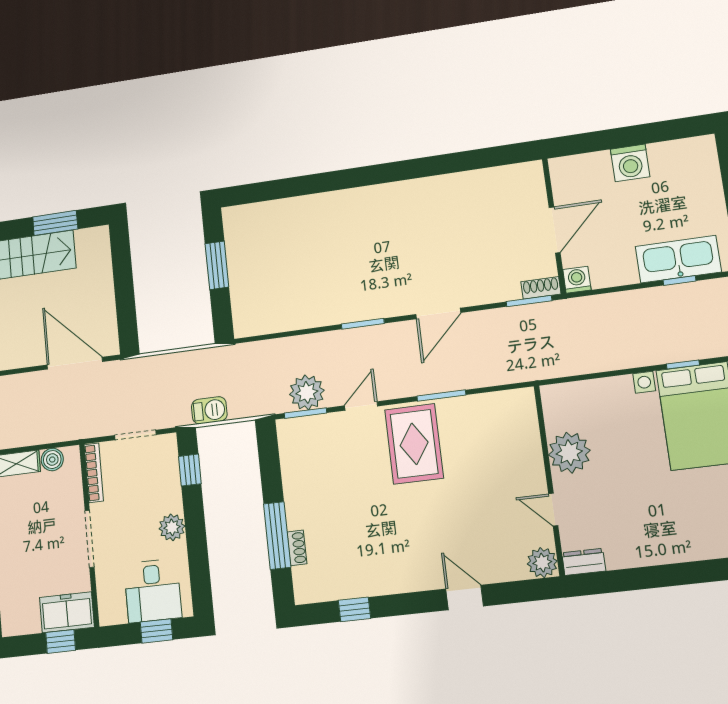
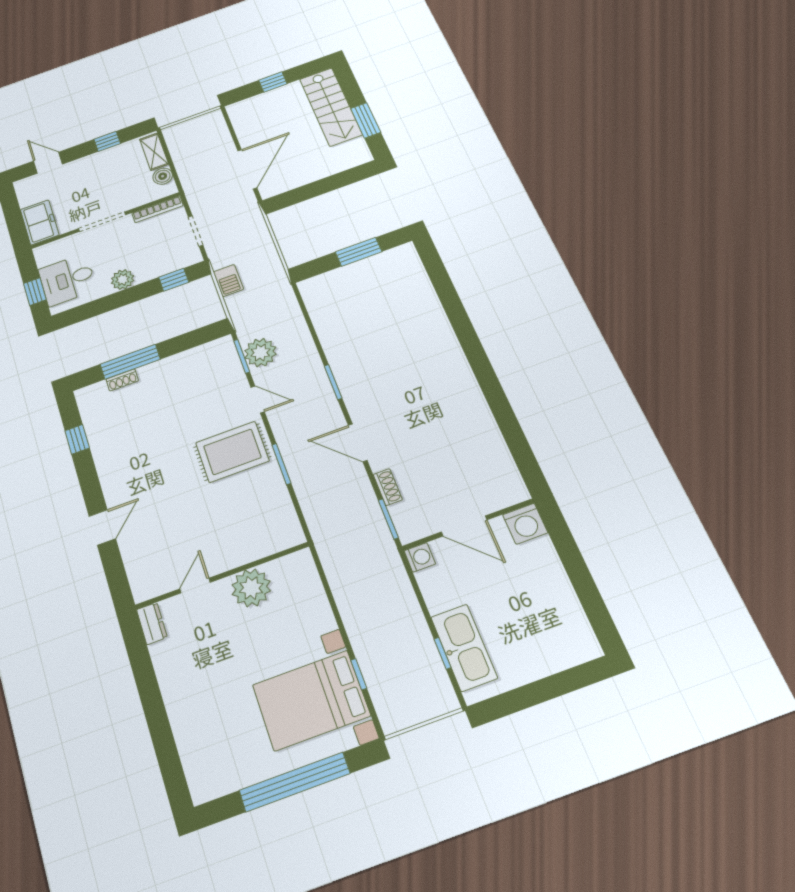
washing machine: (630, 163) -> (525, 524), moved, turned -90
shoe rack: (541, 288) -> (388, 487), moved
plant: (542, 563) -> (145, 587), removed
window: (61, 641) -> (16, 225), removed

